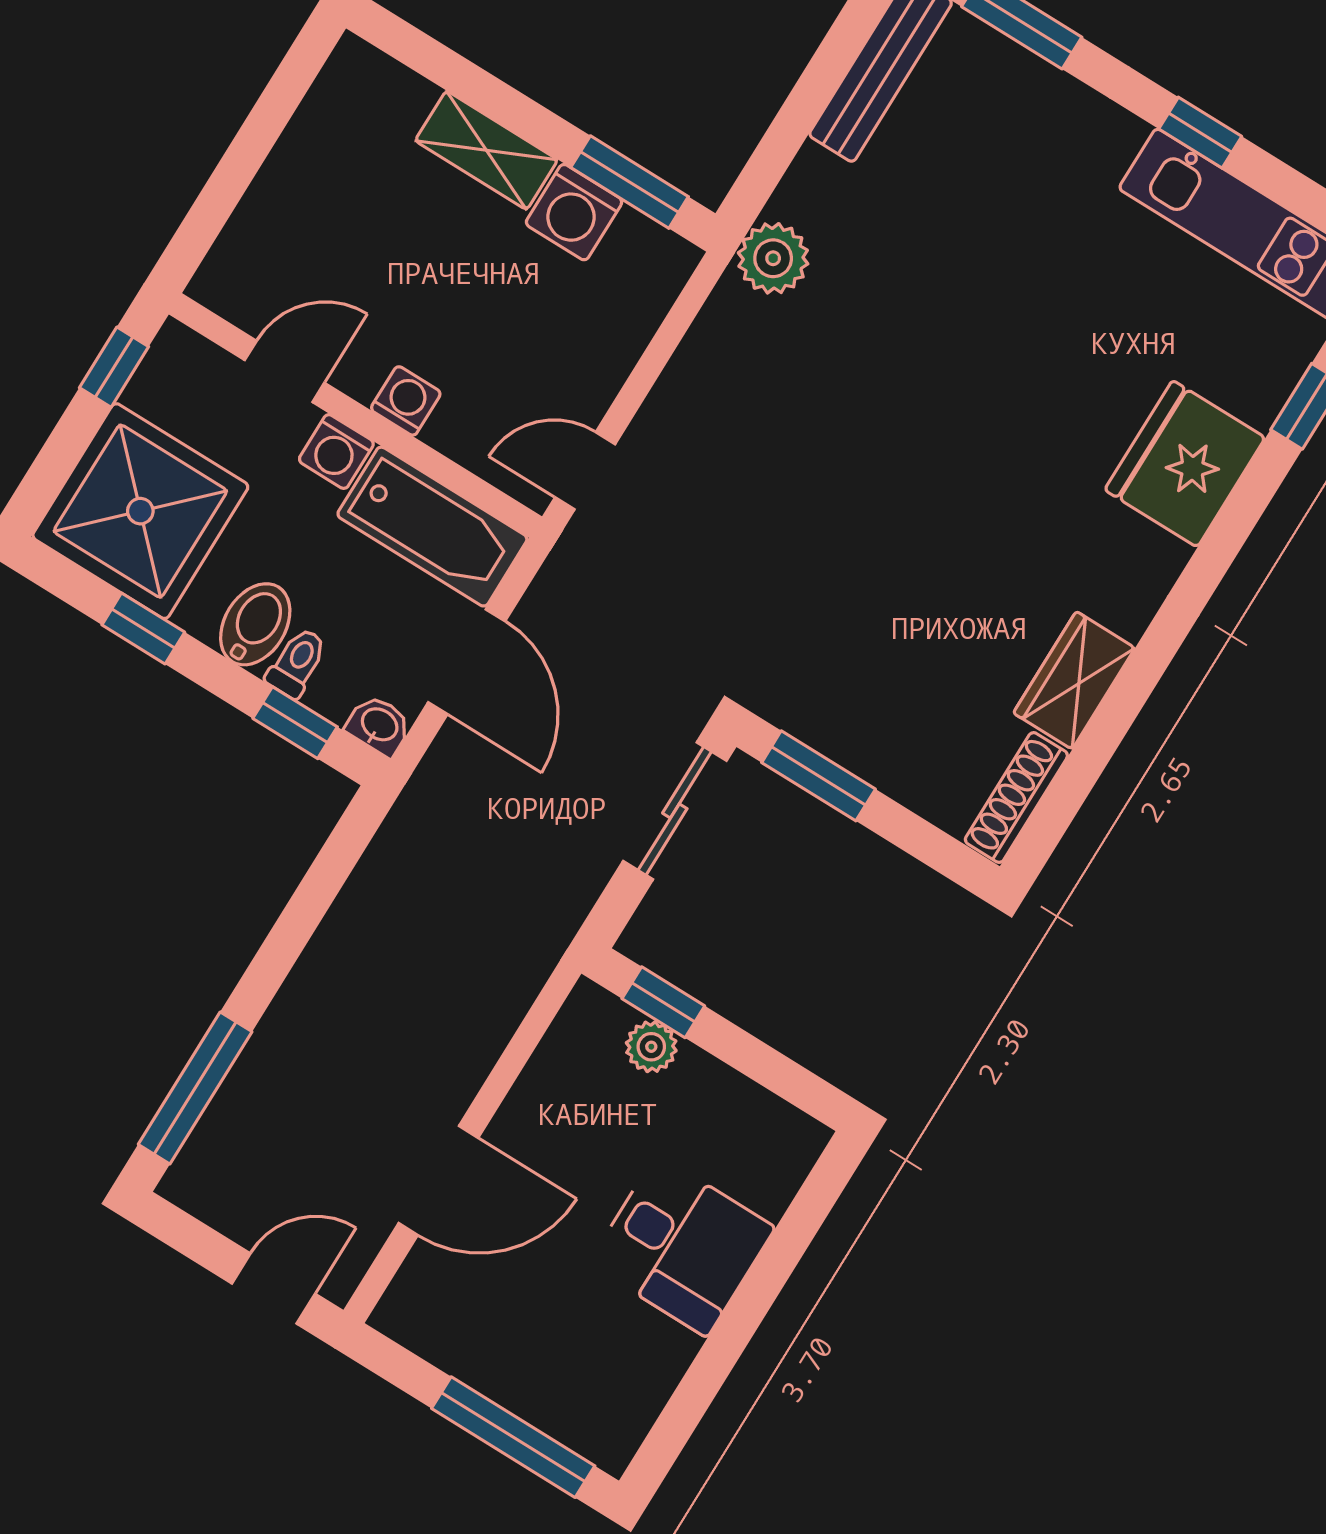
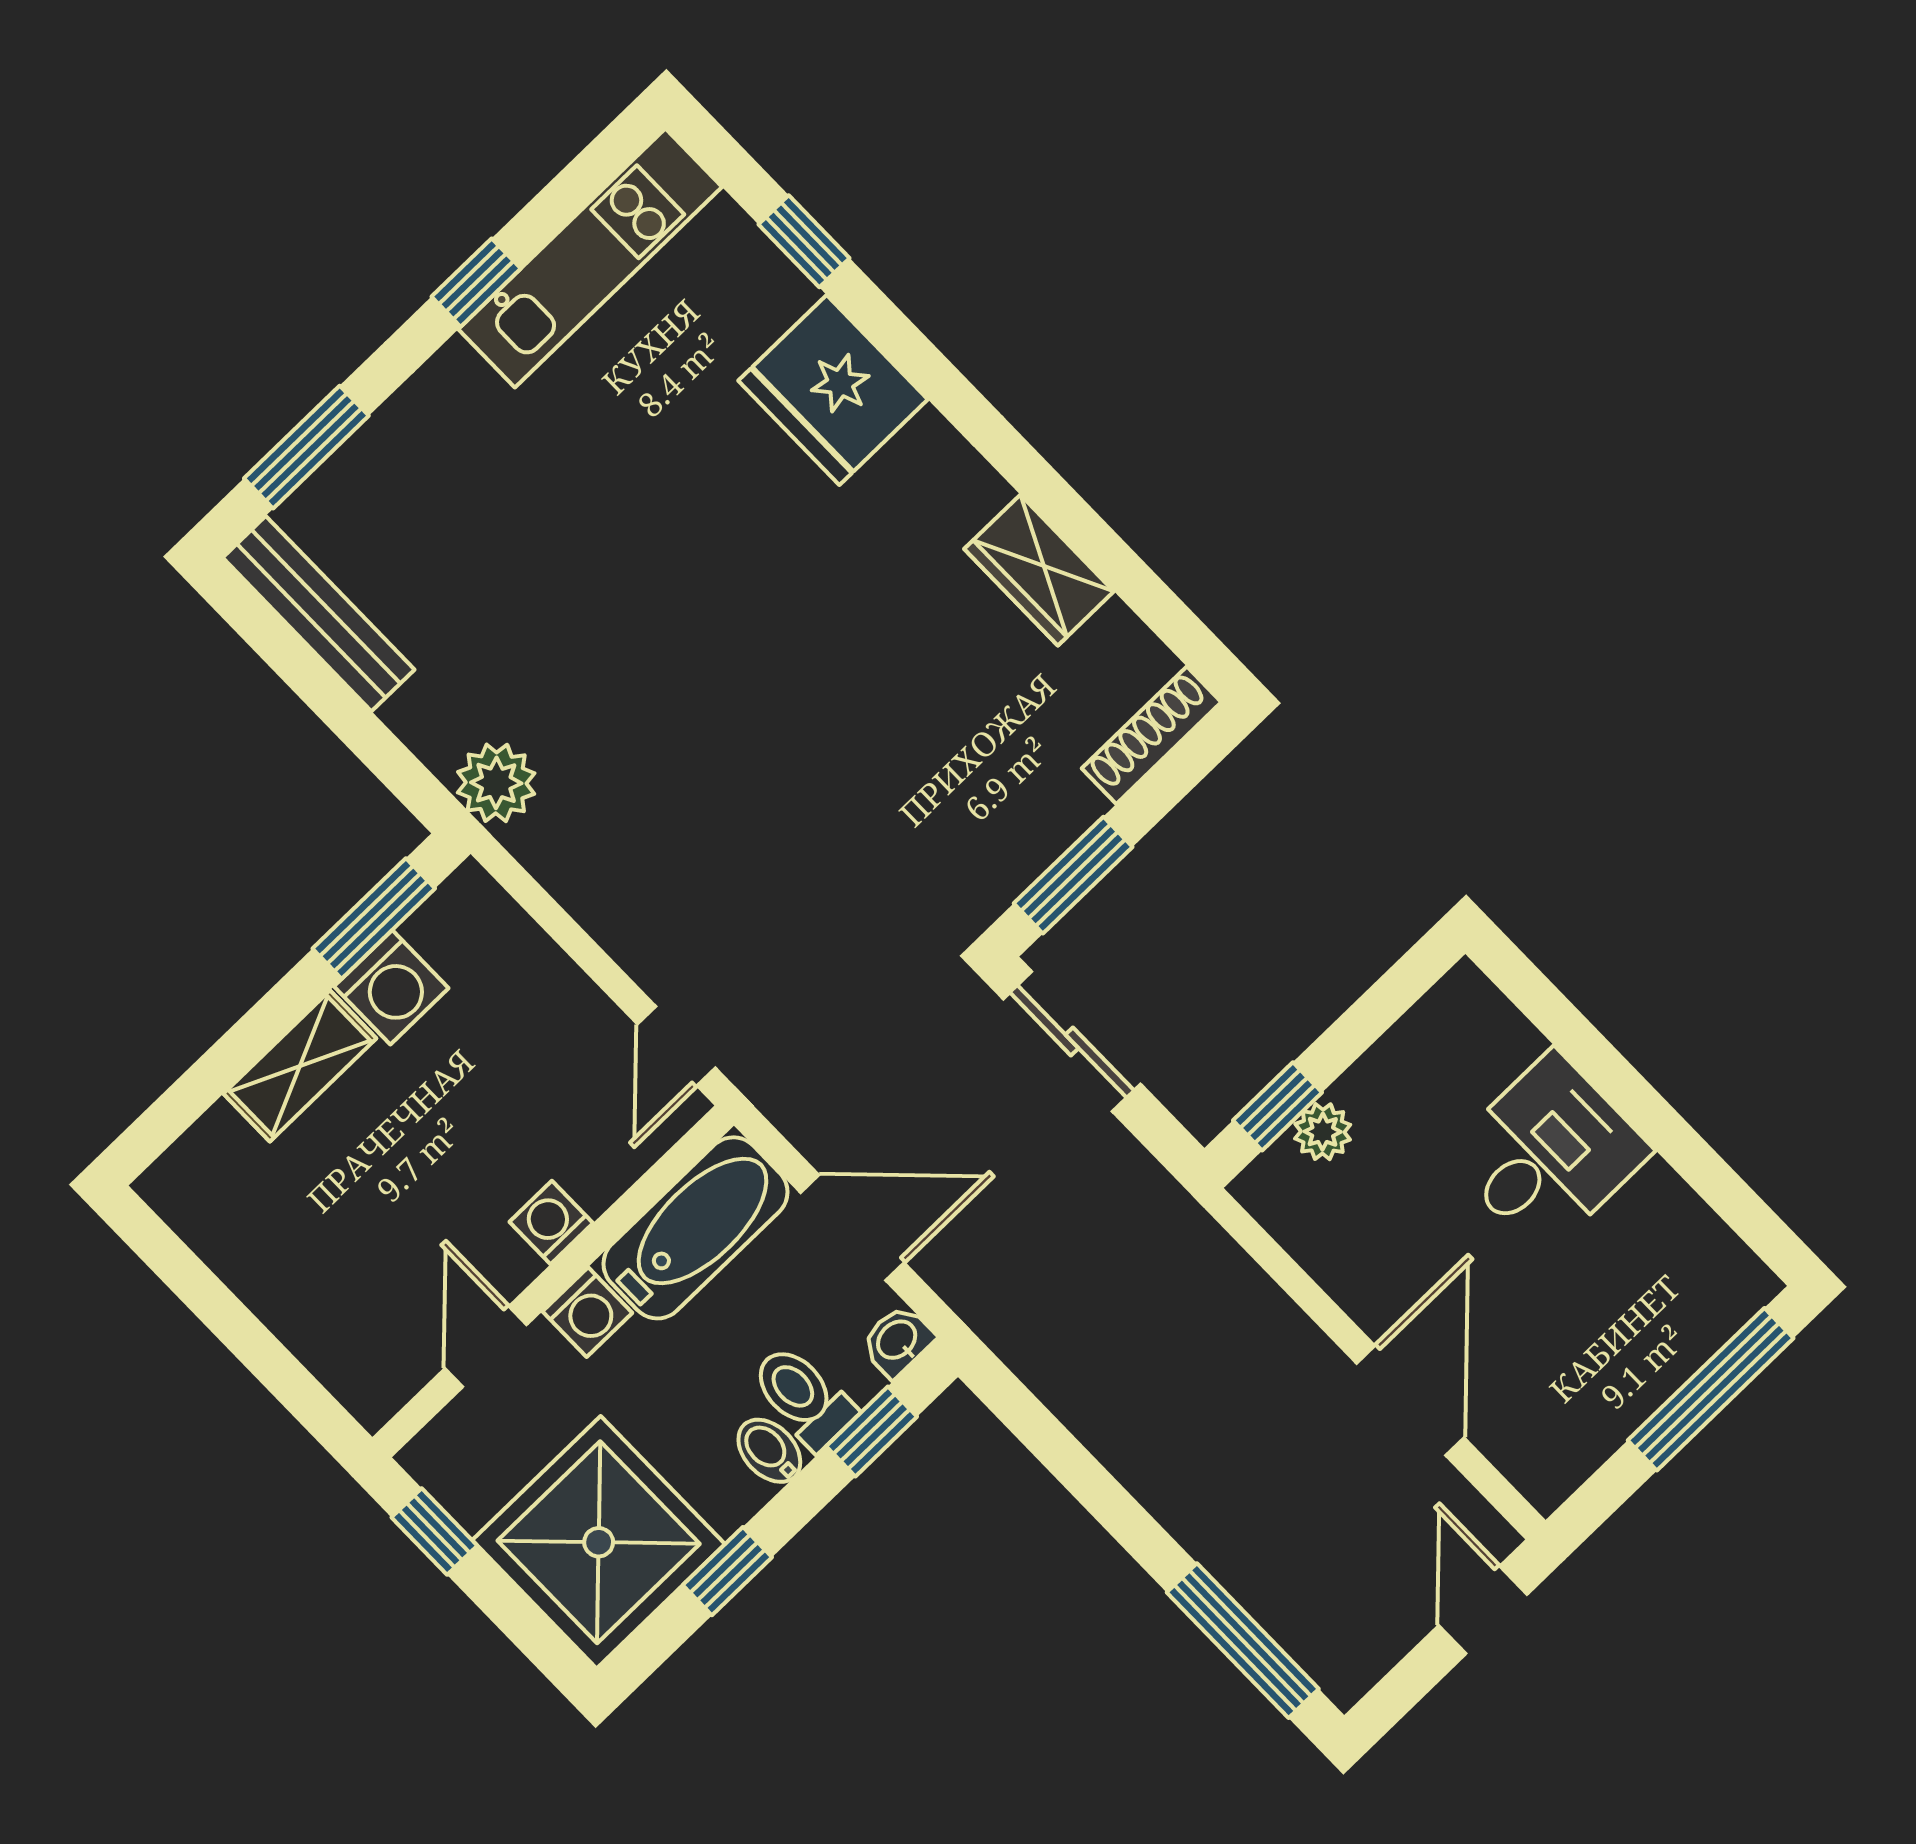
bidet: (255, 624) -> (769, 1451), width x0.72, depth x0.74
toilet: (297, 663) -> (803, 1397), width x1.37, depth x1.39
shoe rack: (1016, 798) -> (1152, 735), moved, turned 90

